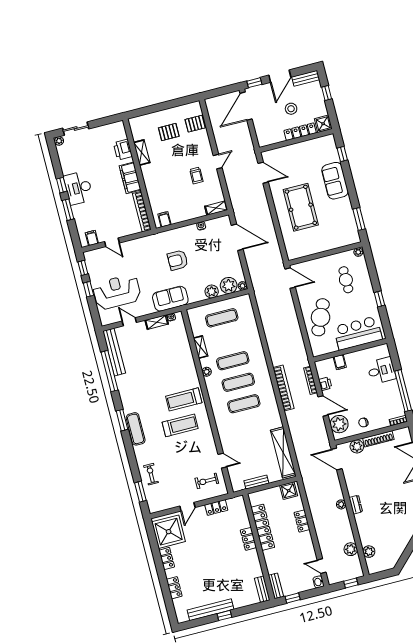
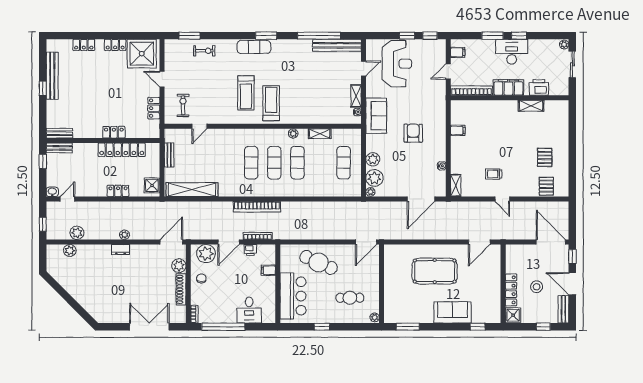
printer: (123, 150) -> (539, 87), moved
shelving: (142, 153) -> (531, 106), moved
wall: (139, 174) -> (510, 98), moved
filing cabinet: (130, 178) -> (508, 87), moved
bookcase: (142, 212) -> (471, 91), moved

